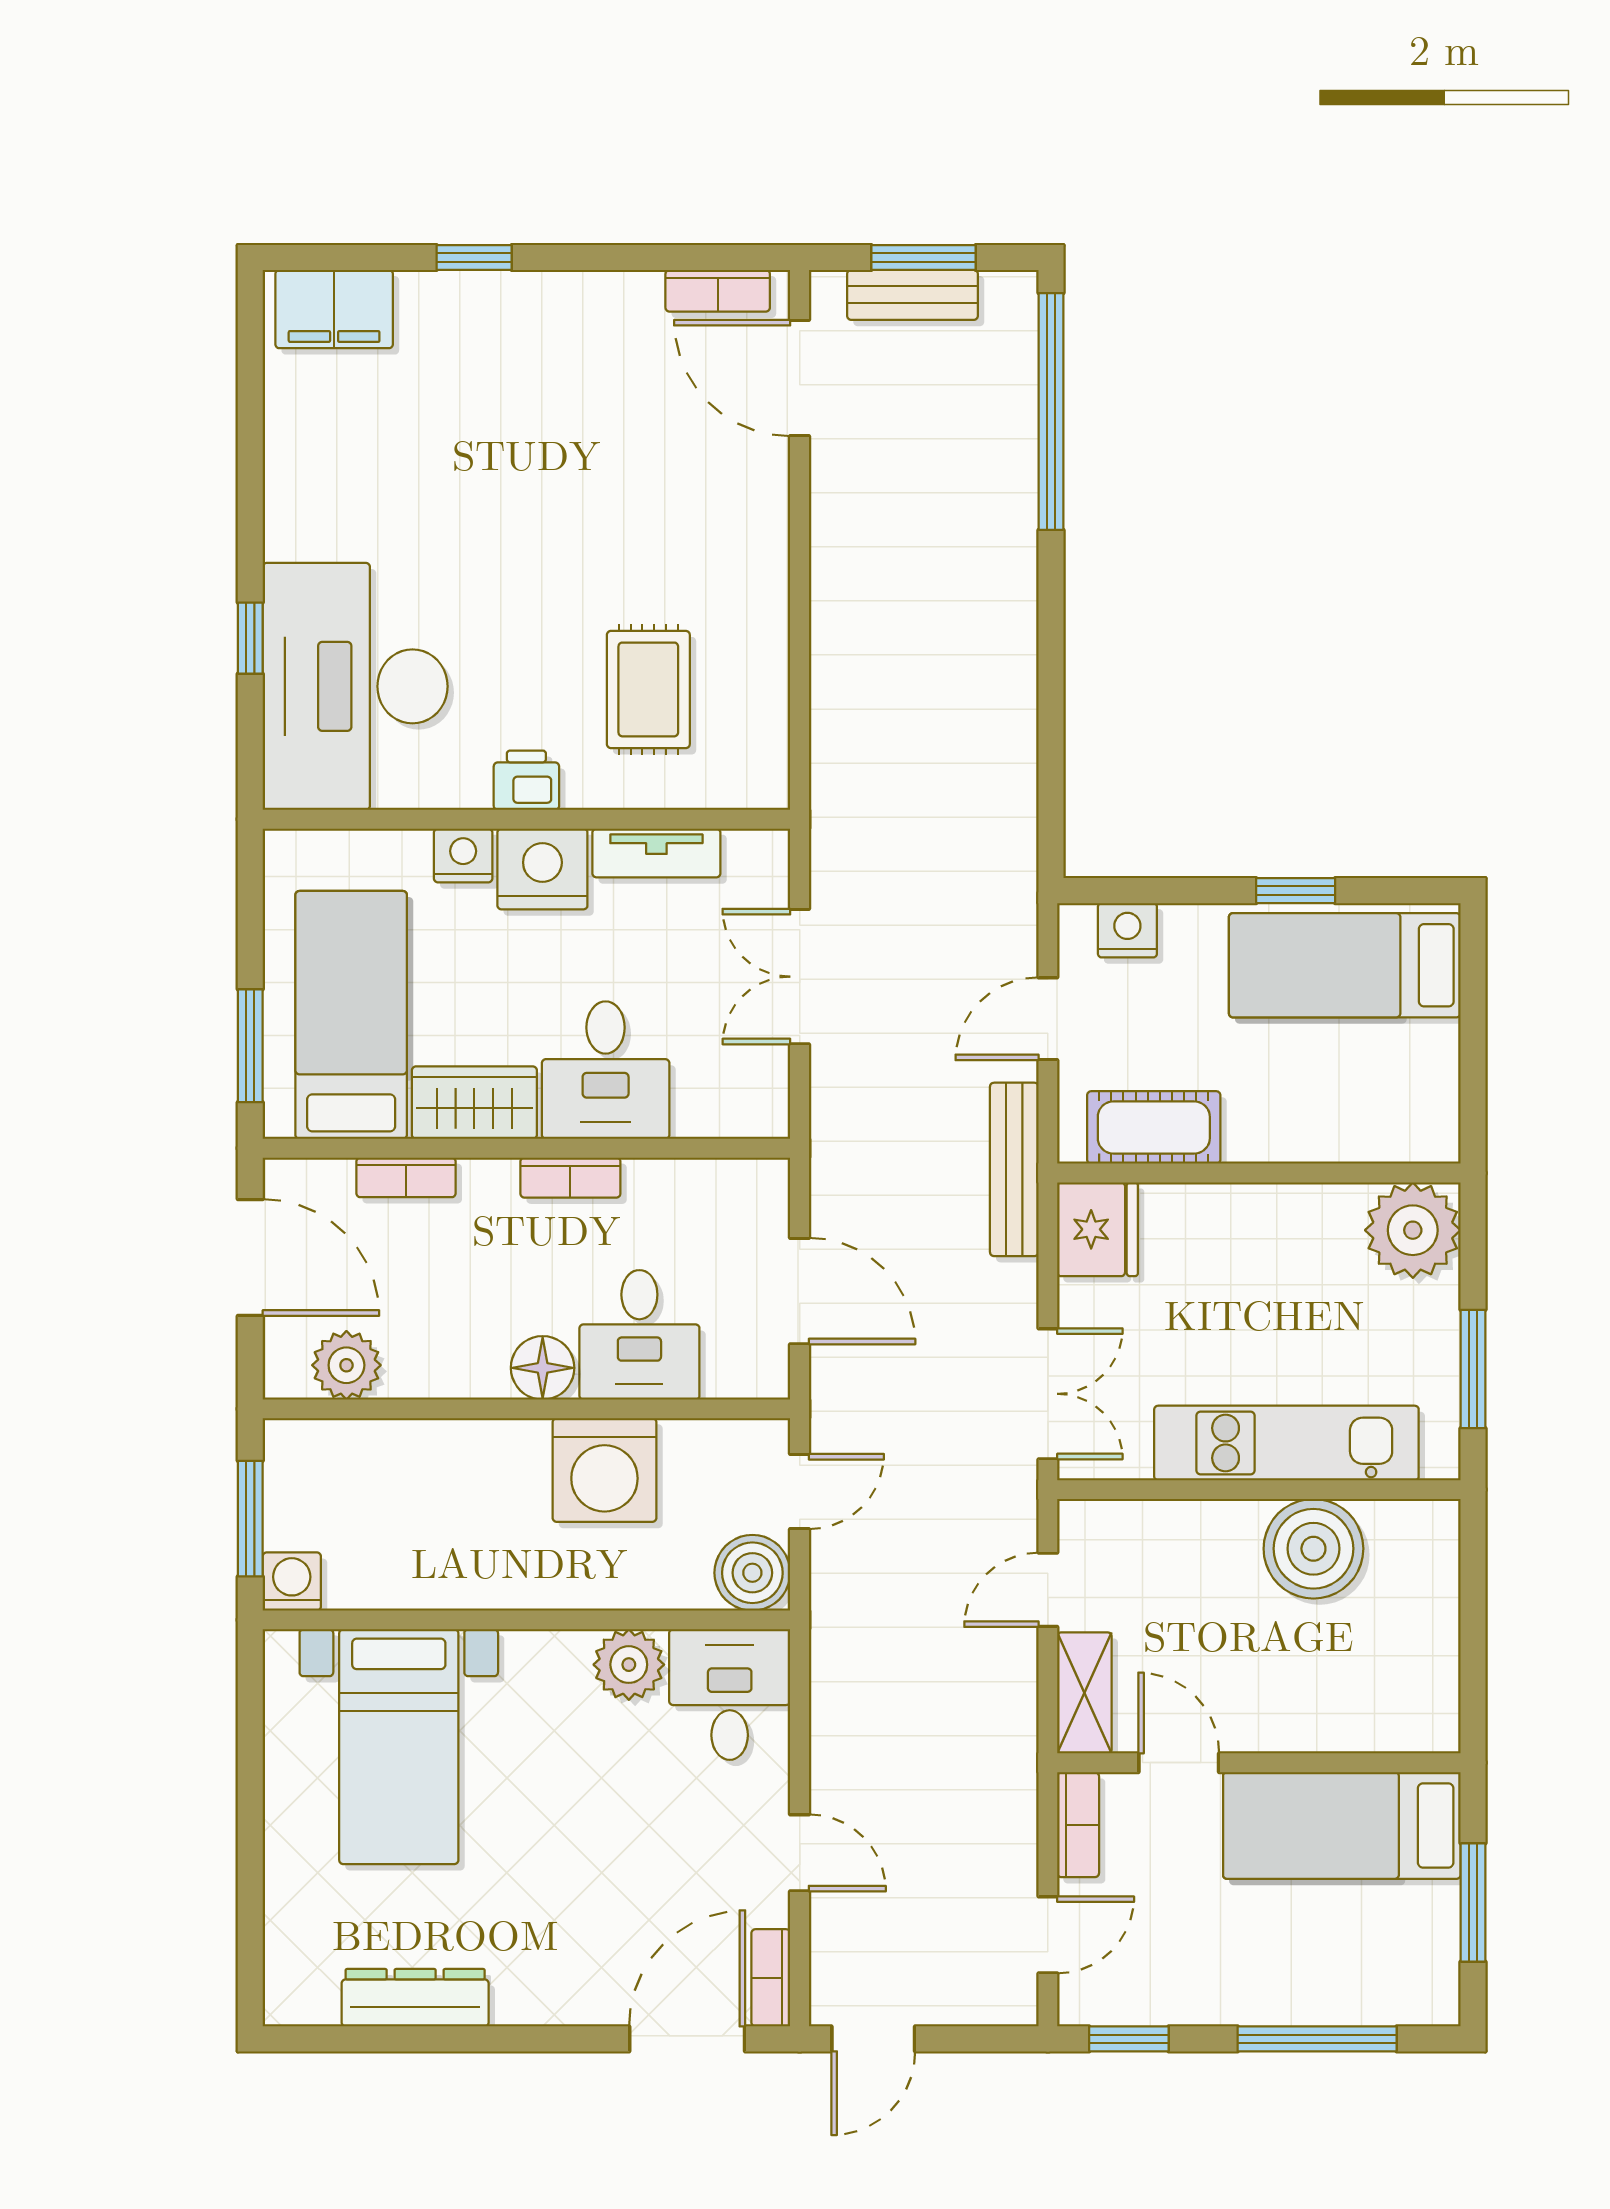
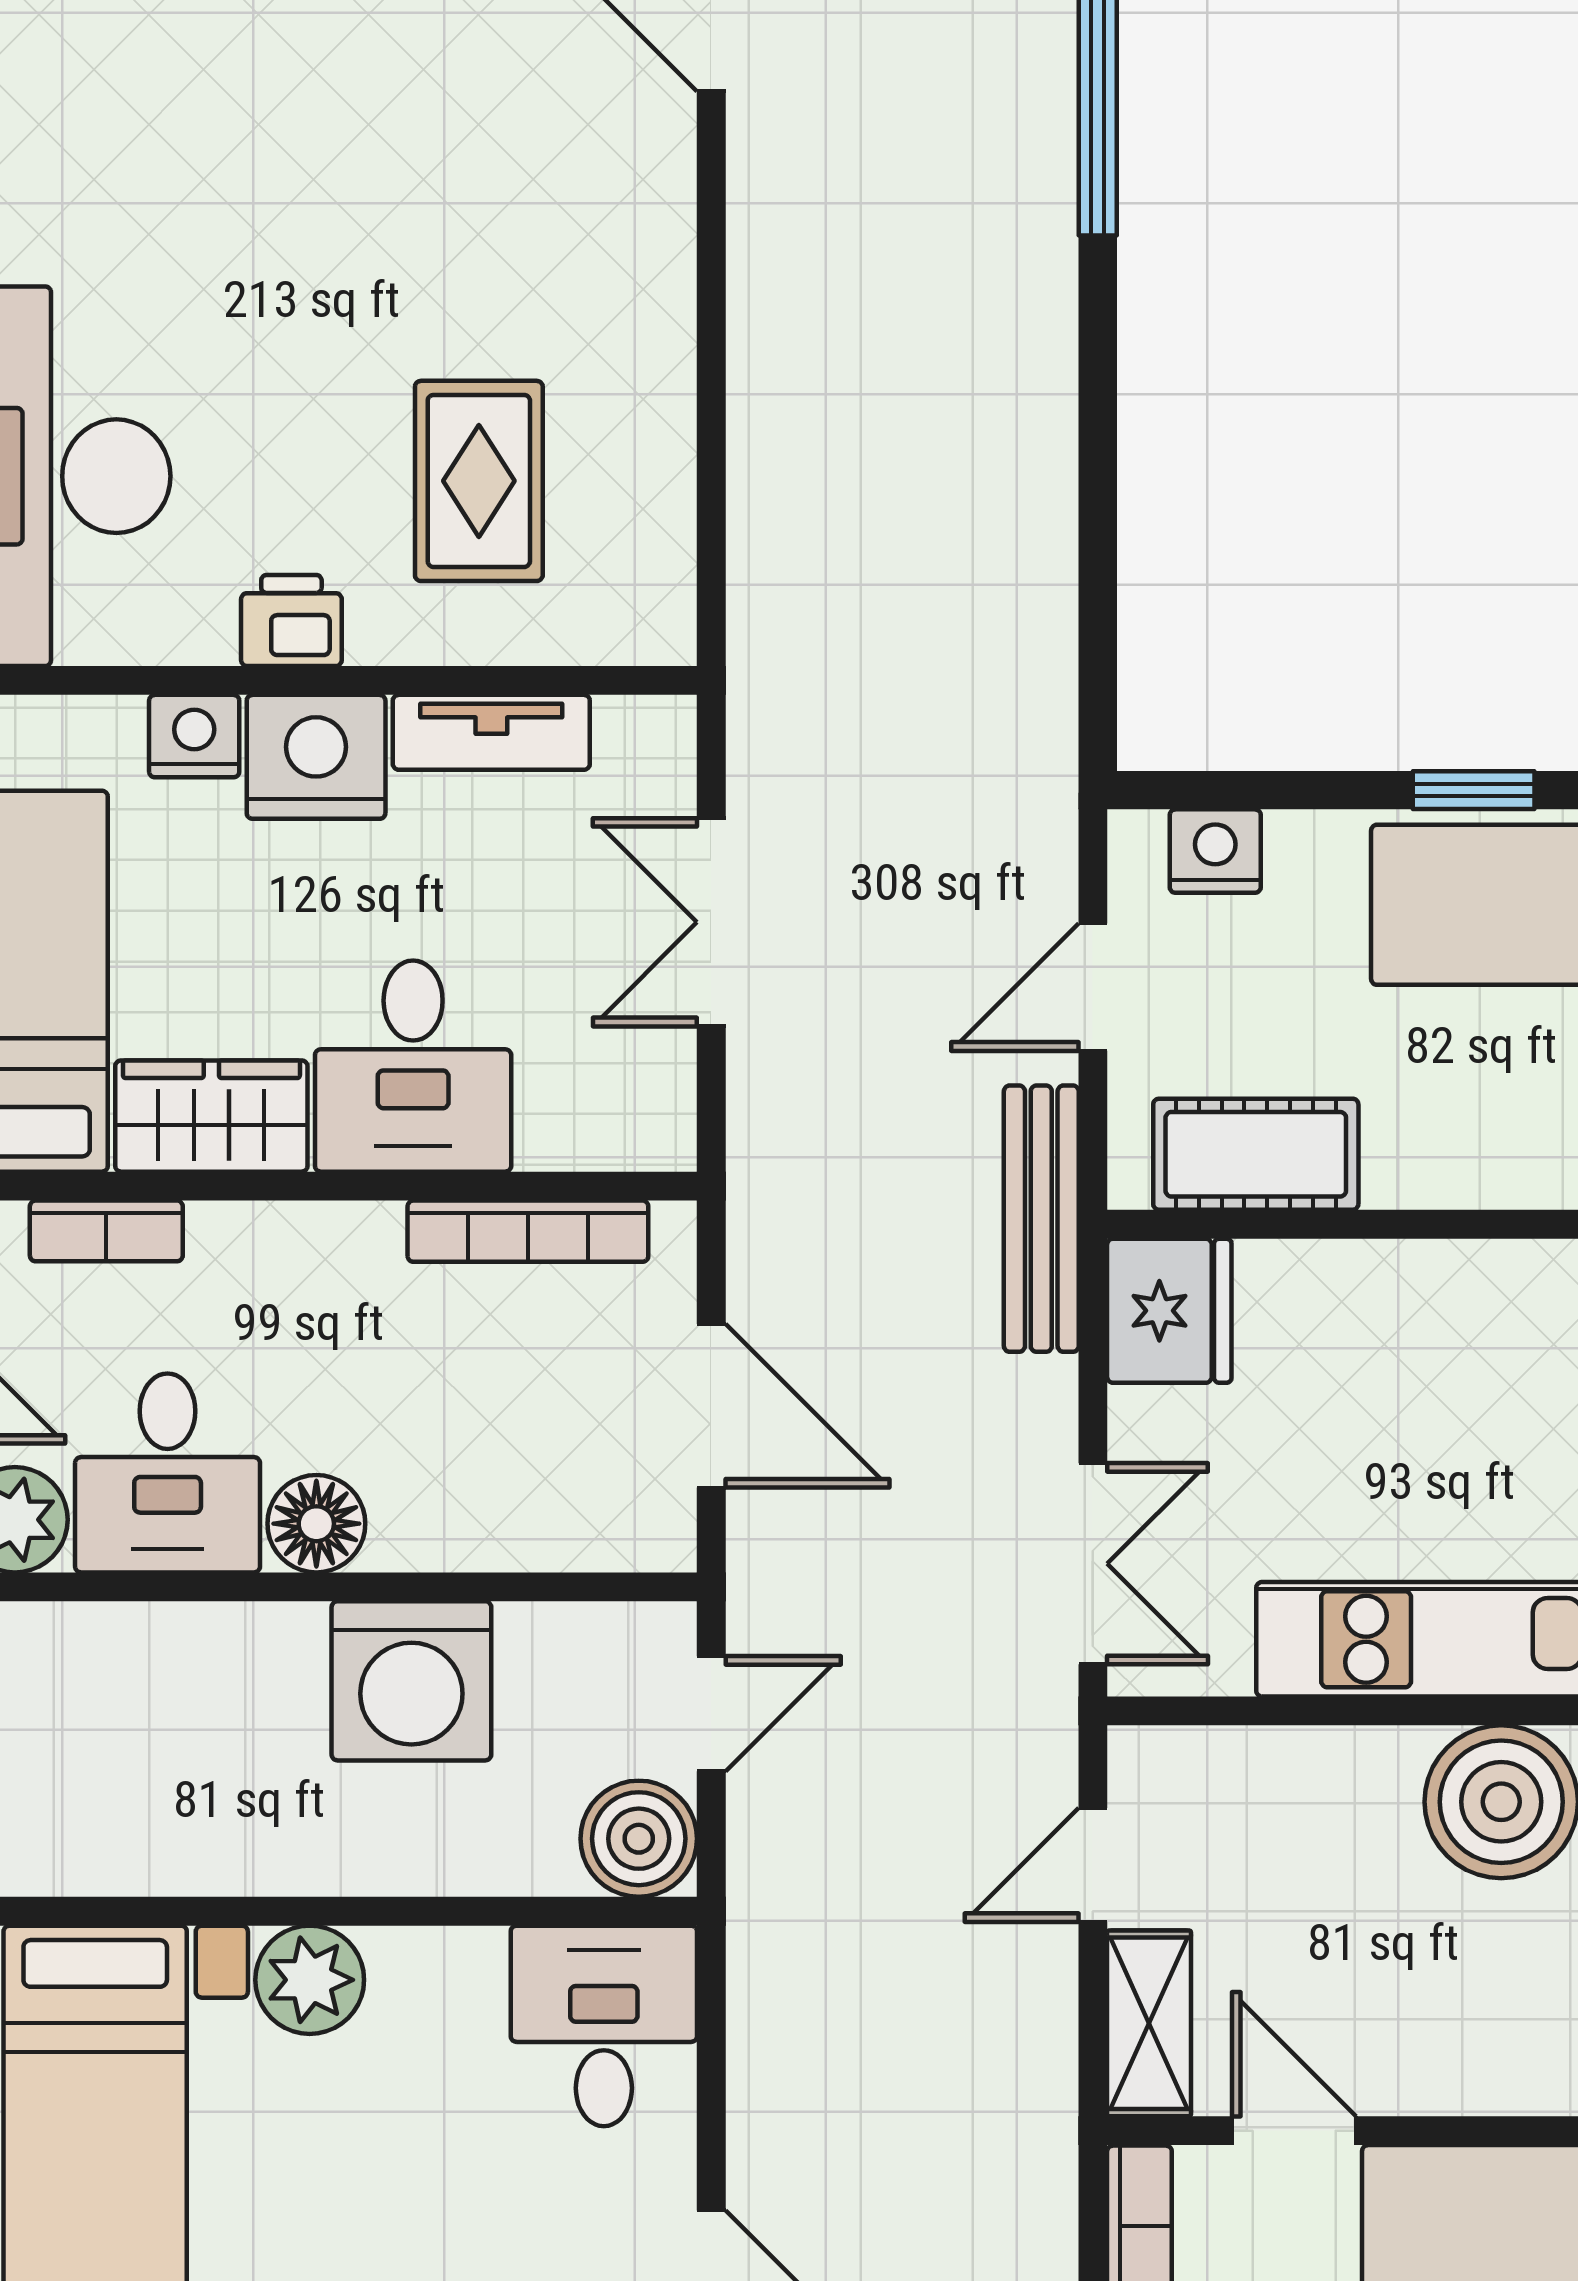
bookcase: (570, 1178) -> (528, 1231), moved, width x1.56
desk: (639, 1335) -> (168, 1473), moved
plant: (629, 1665) -> (310, 1980), moved

